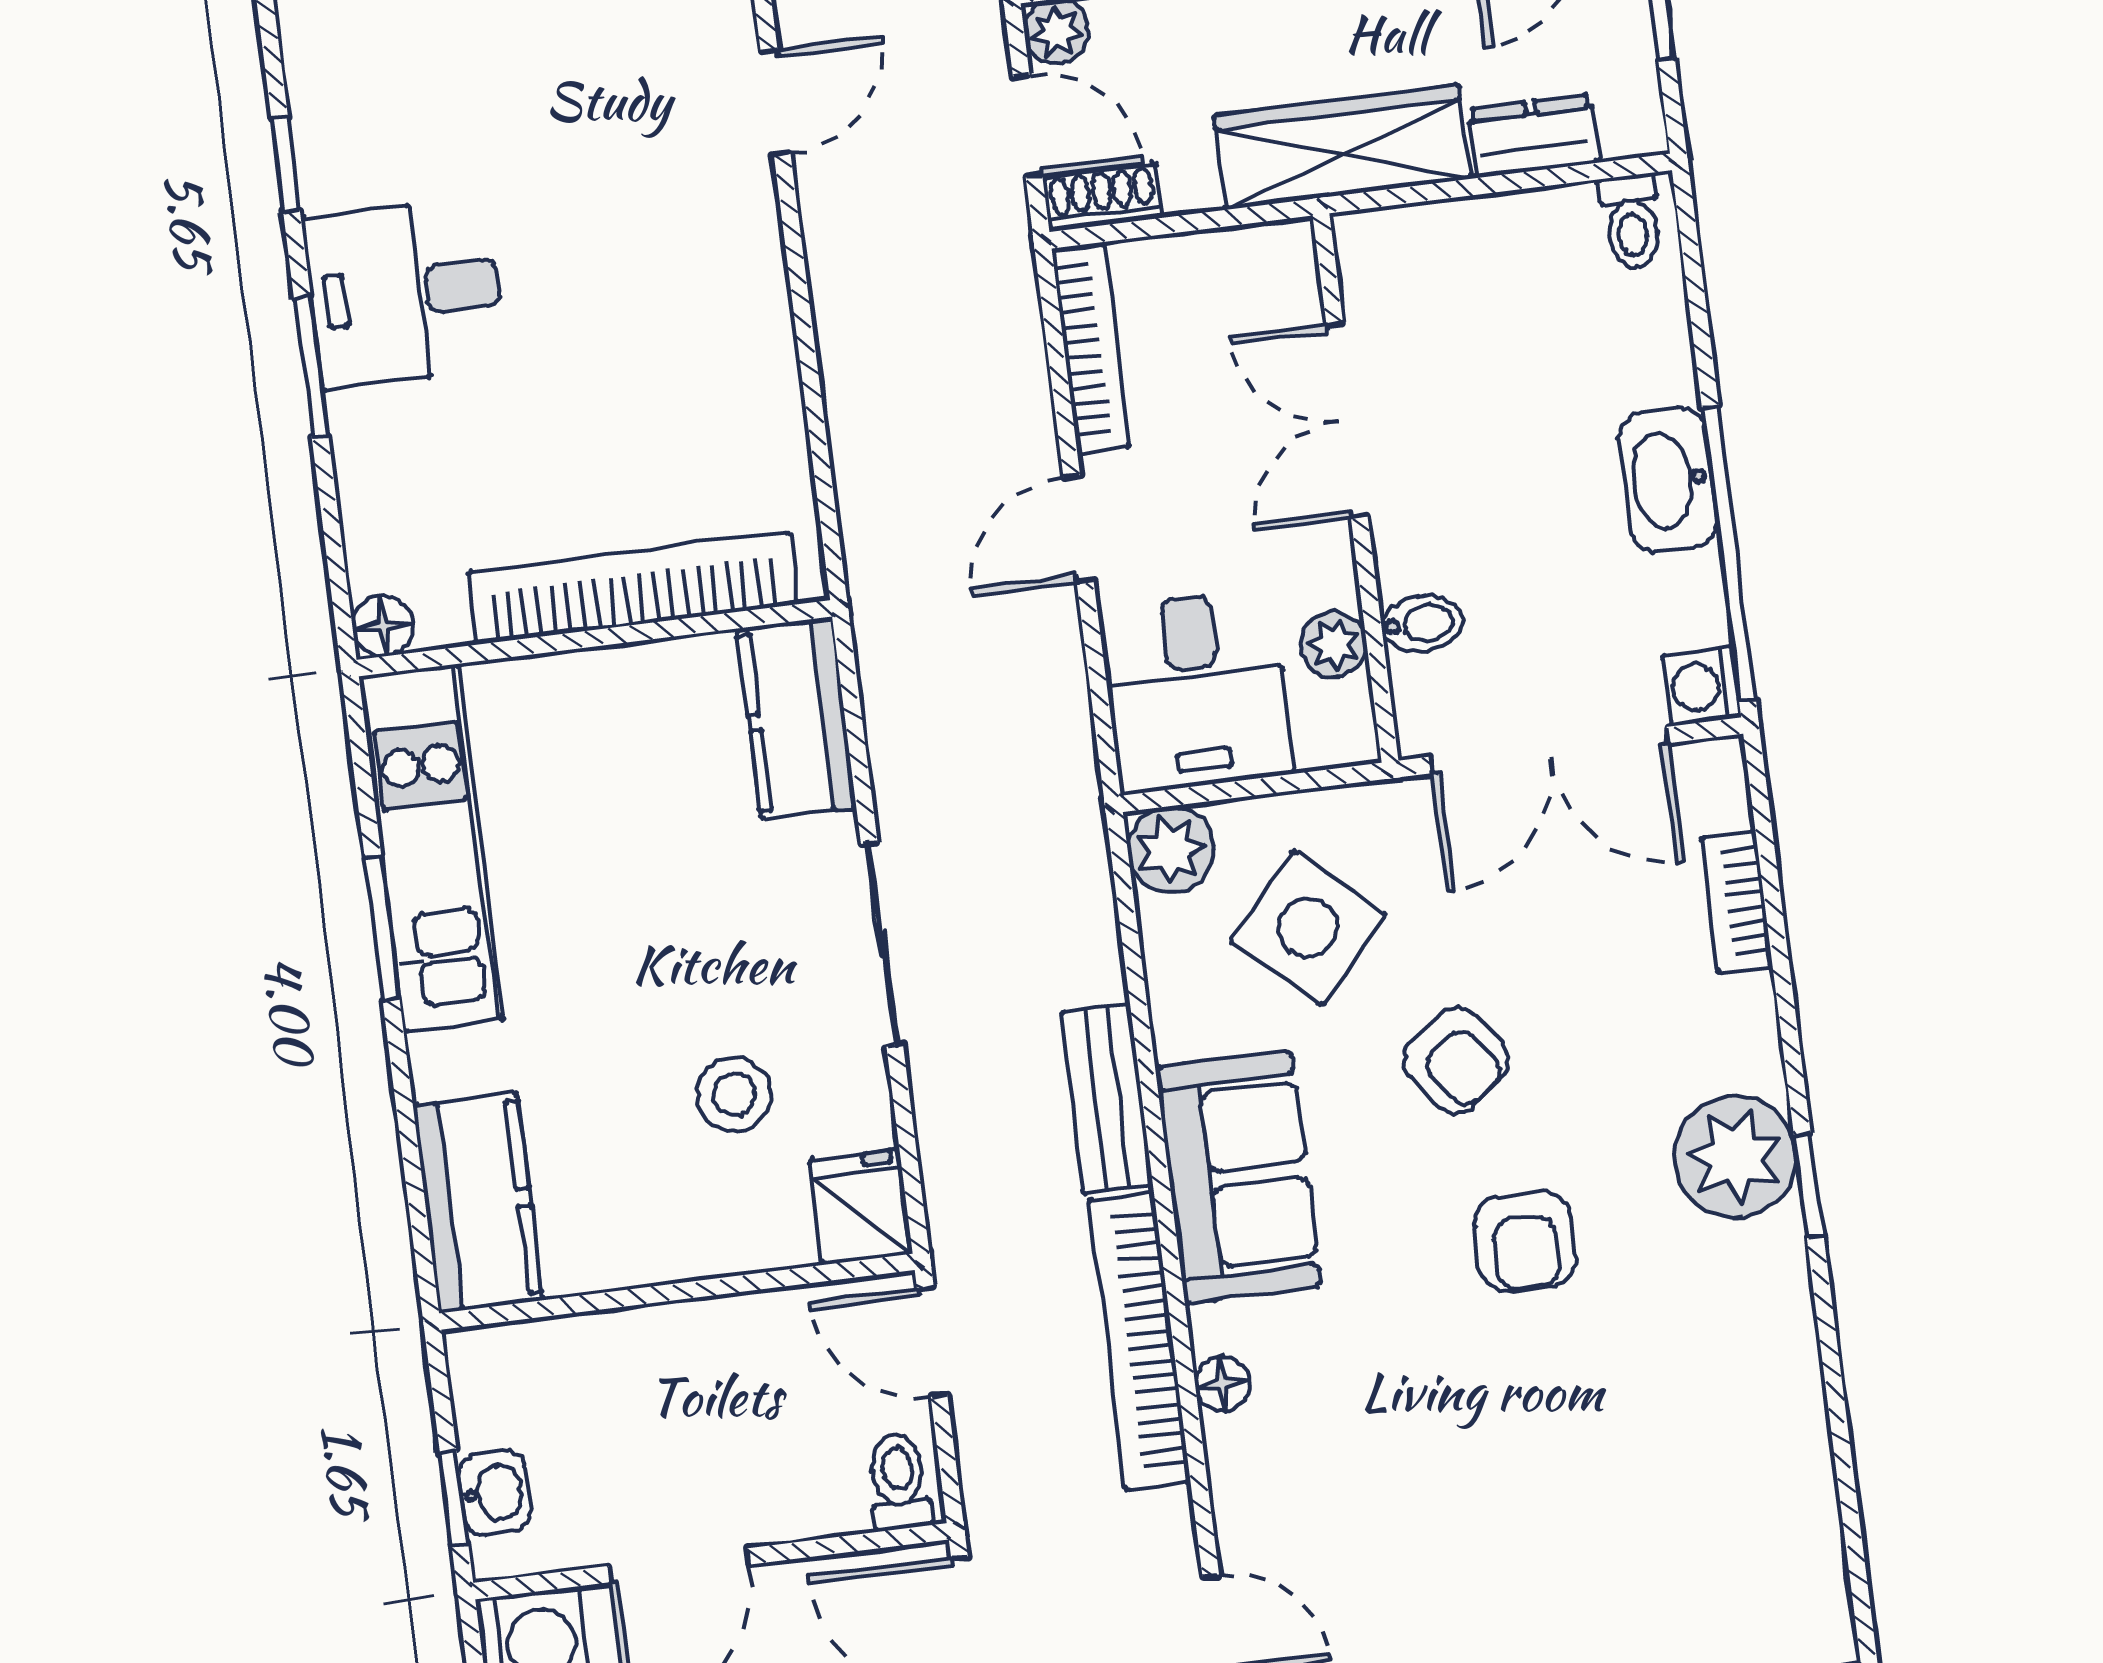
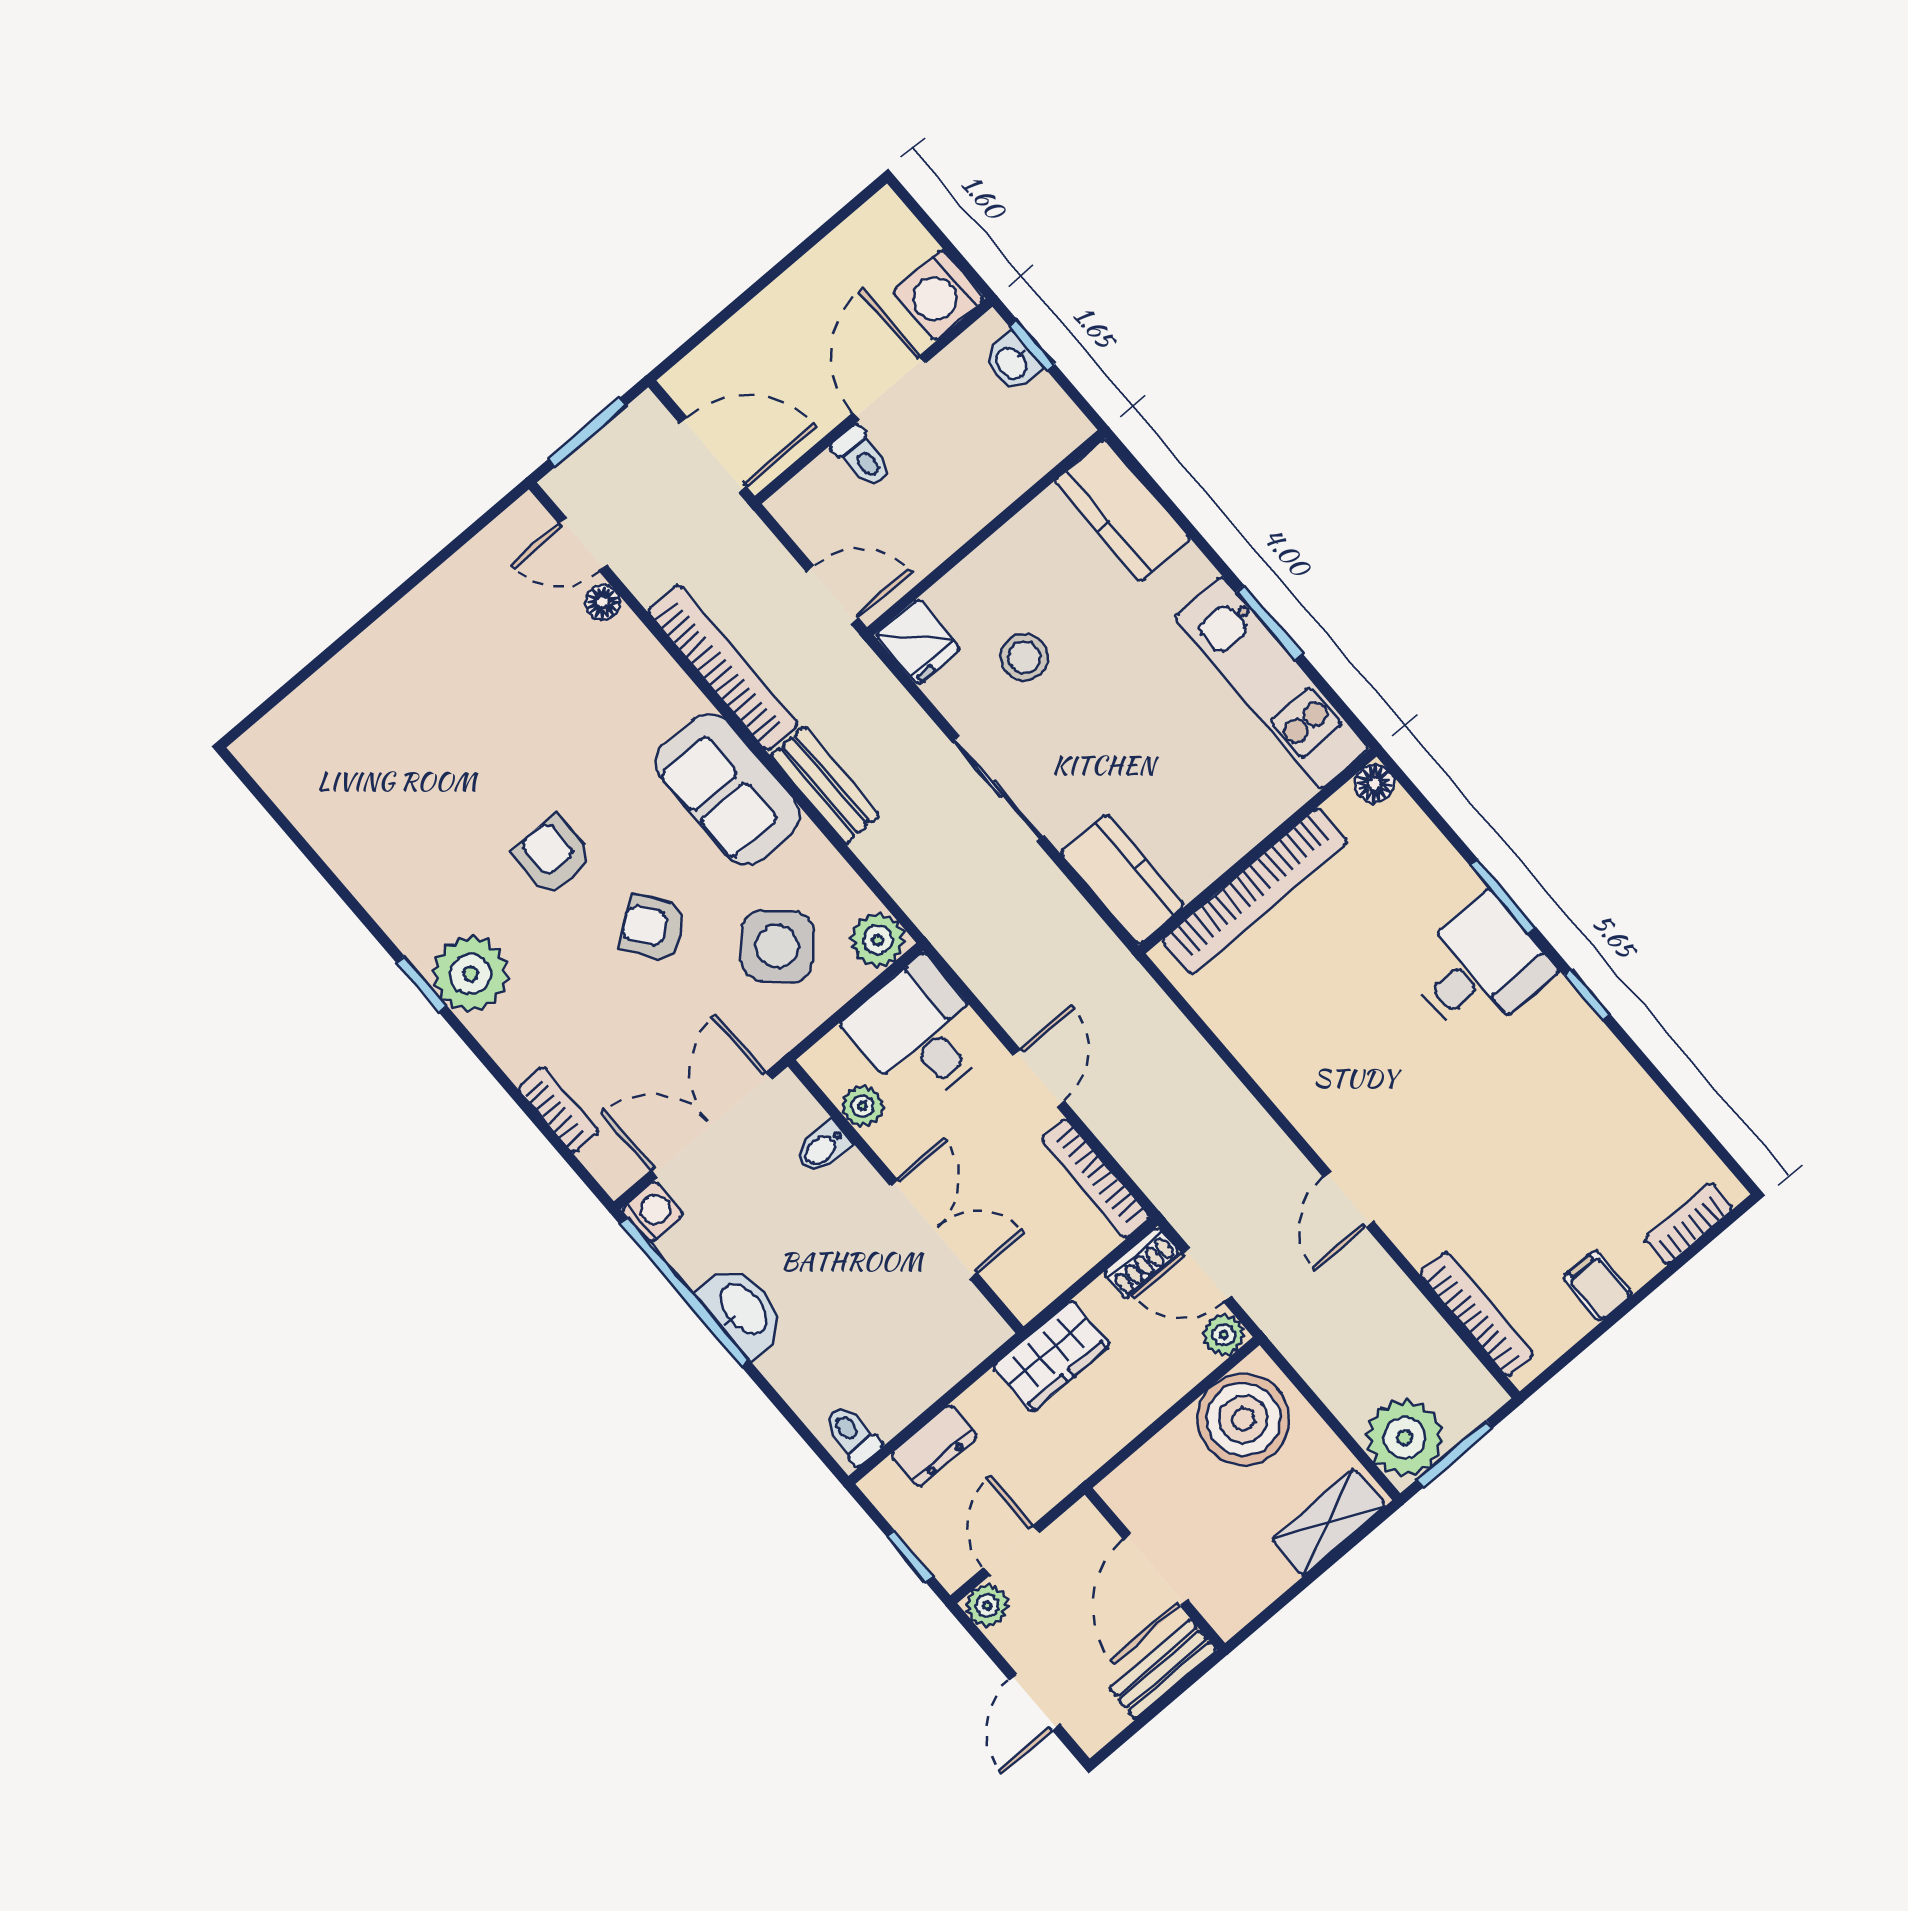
wardrobe: (1342, 147) -> (1051, 1356), width x0.67
floor lamp: (1222, 1384) -> (603, 602), moved
toilet: (899, 1481) -> (862, 457), moved

